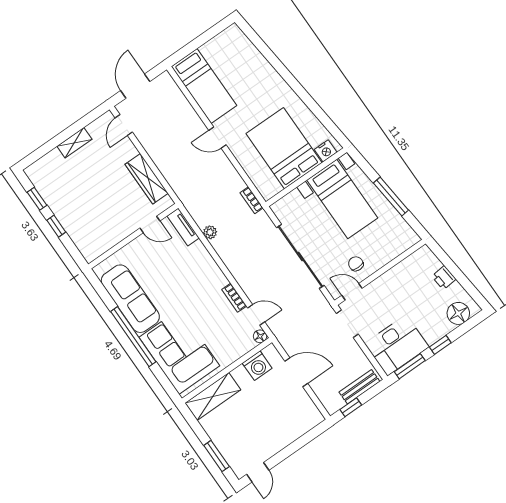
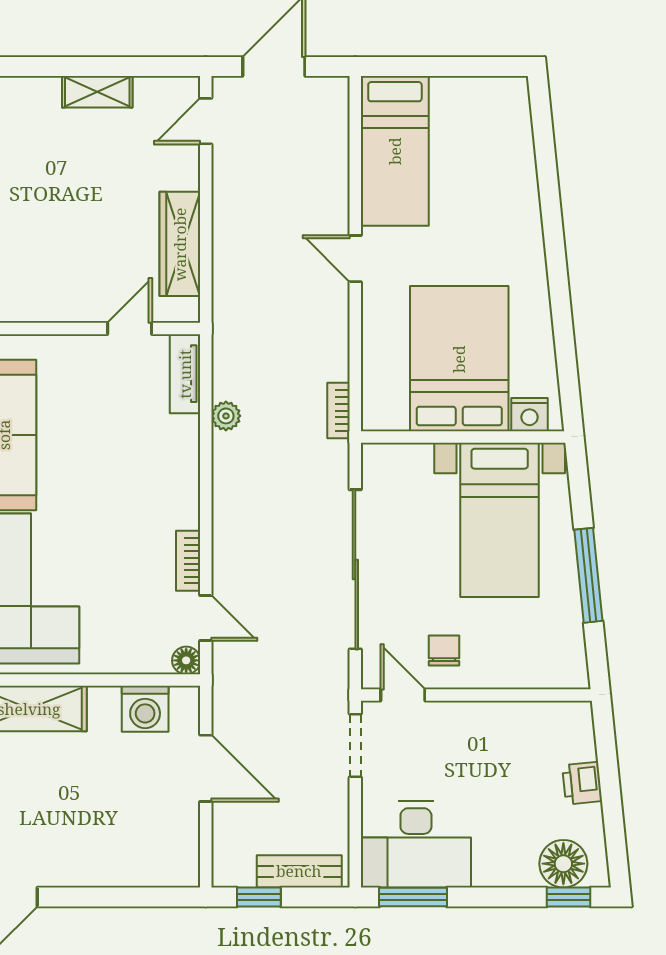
door: (150, 225) -> (130, 328), swing flipped
window: (440, 345) -> (568, 897), moved

